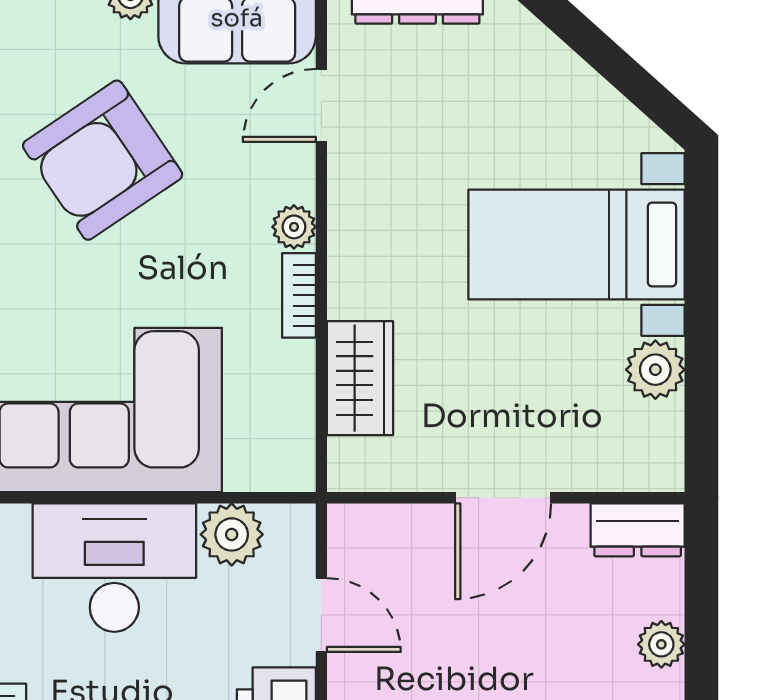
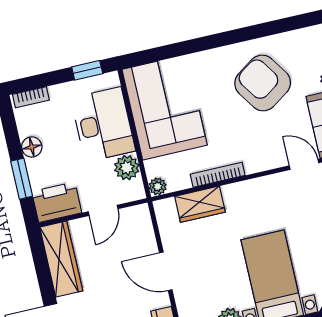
plant: (294, 227) -> (158, 186), moved
bookcase: (299, 295) -> (218, 175), width x1.56

